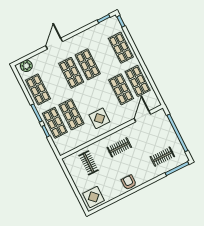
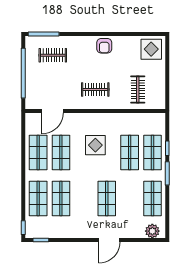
shop shelf: (88, 64) -> (61, 198), moved
display table: (99, 118) -> (95, 145), moved

